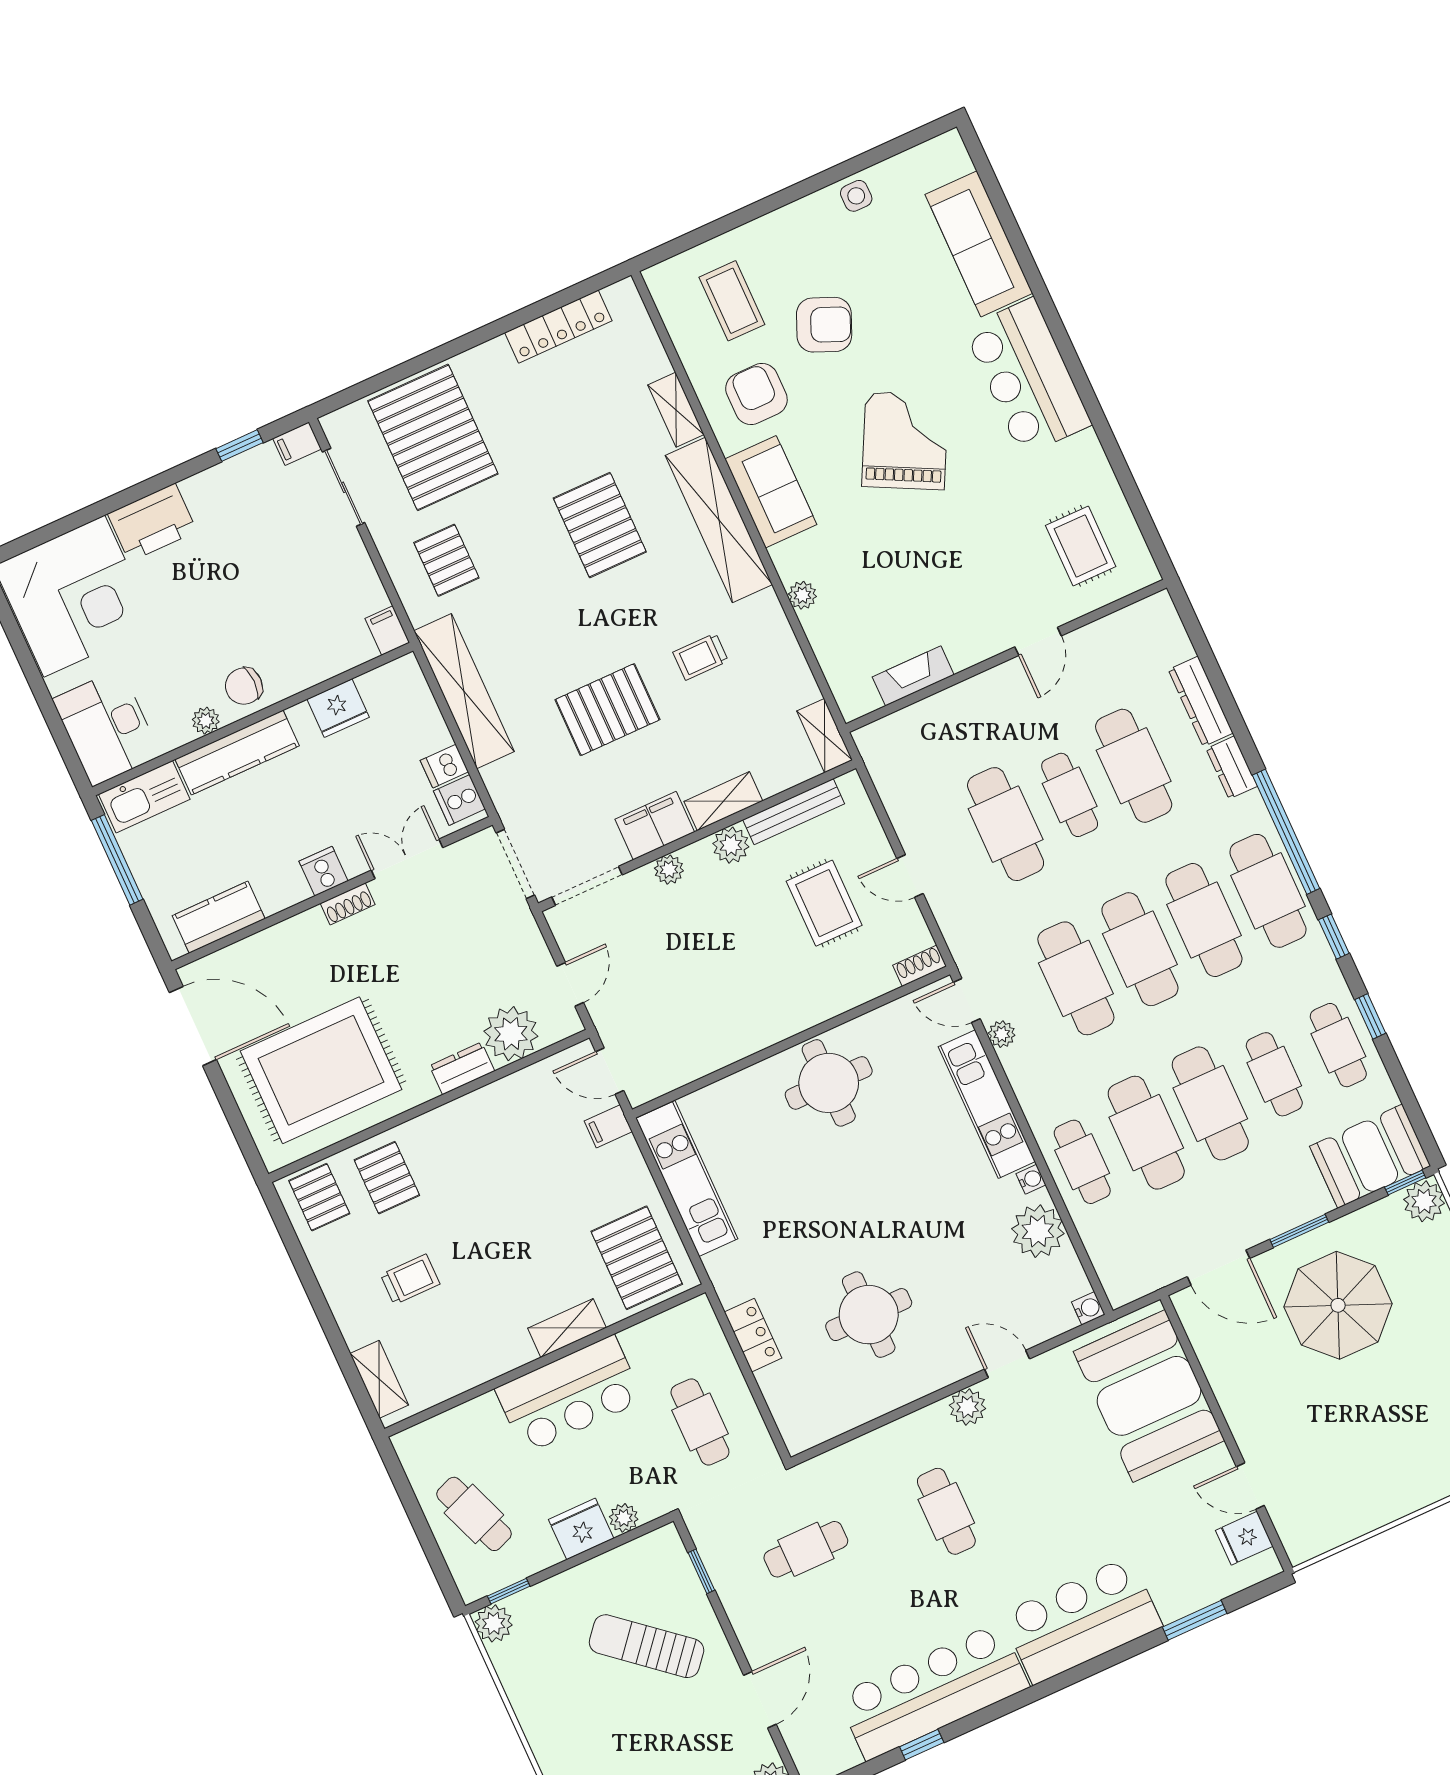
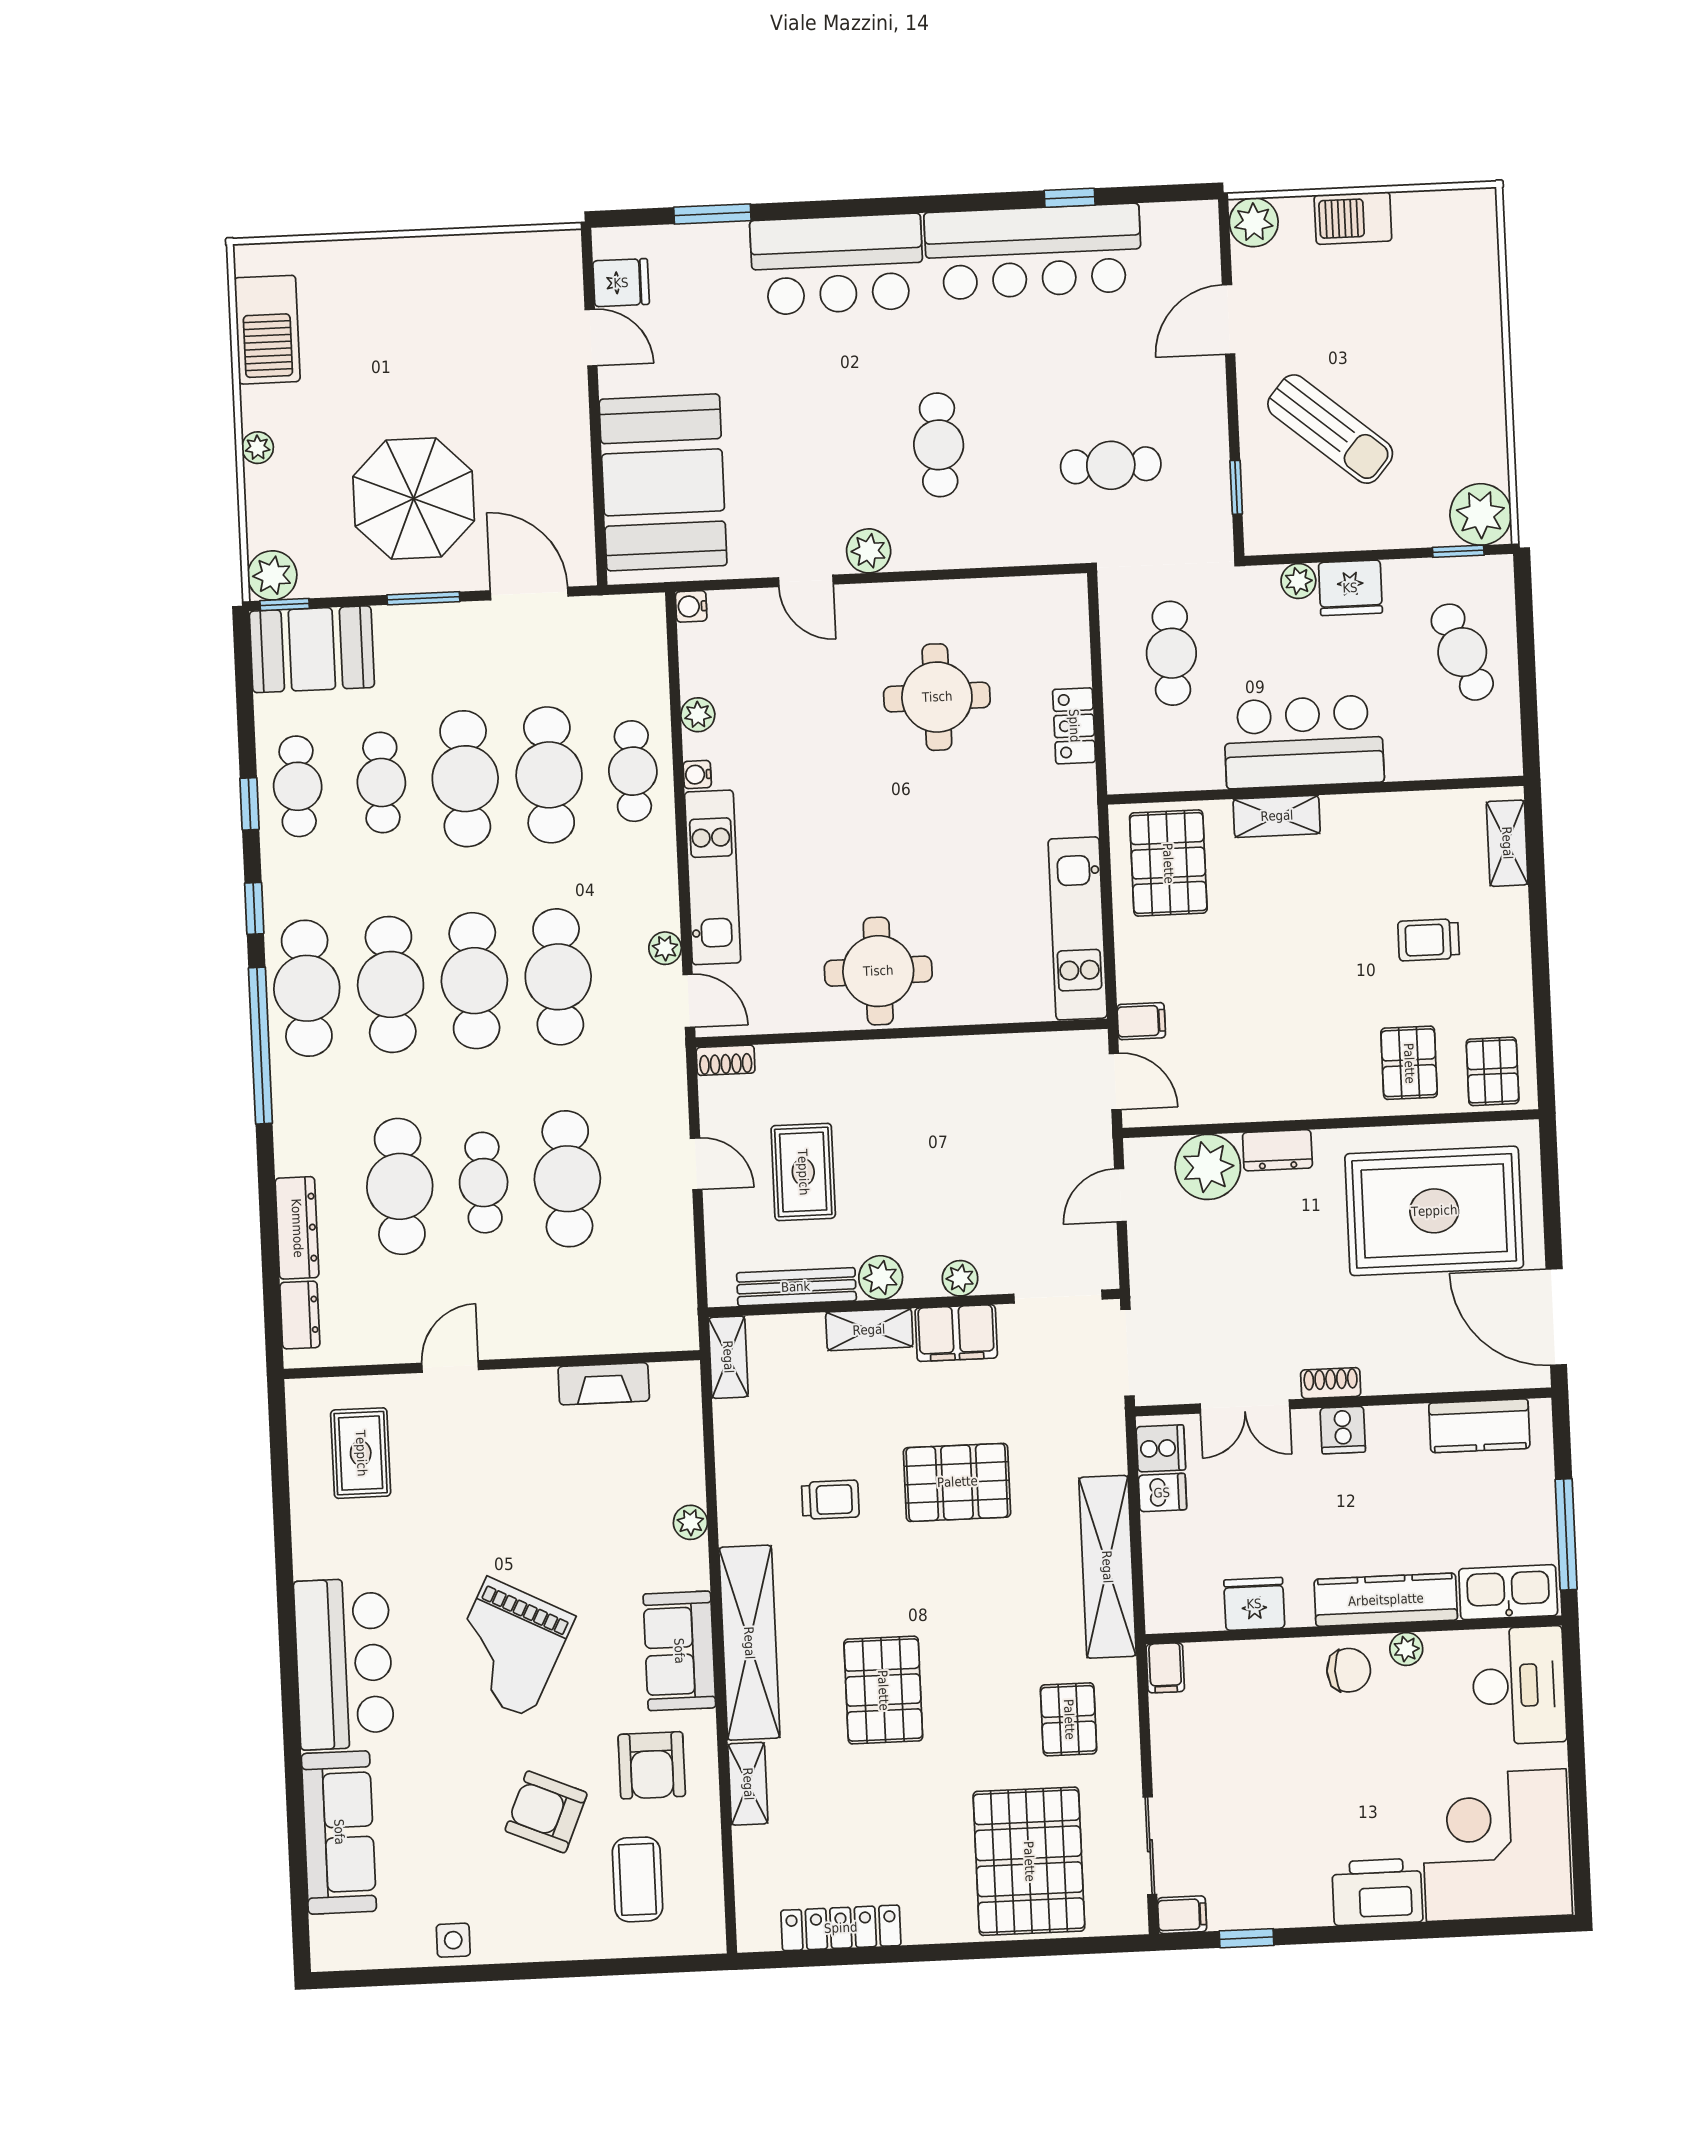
dresser: (1232, 767) -> (300, 1315), moved
plant: (1038, 1231) -> (698, 715), width x0.53, depth x0.53
plant: (494, 1623) -> (1481, 514), width x1.36, depth x1.36

